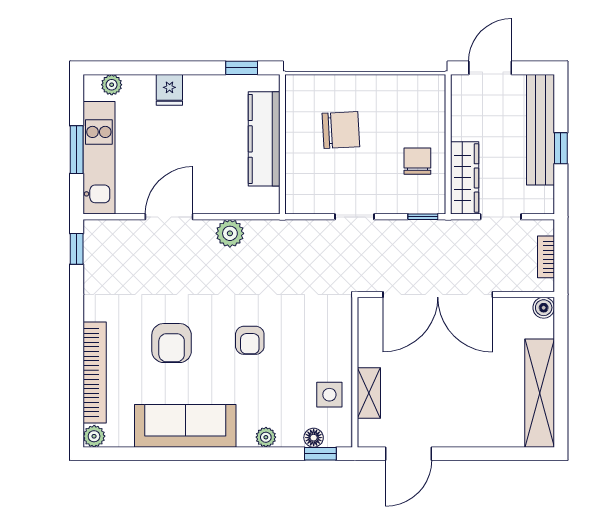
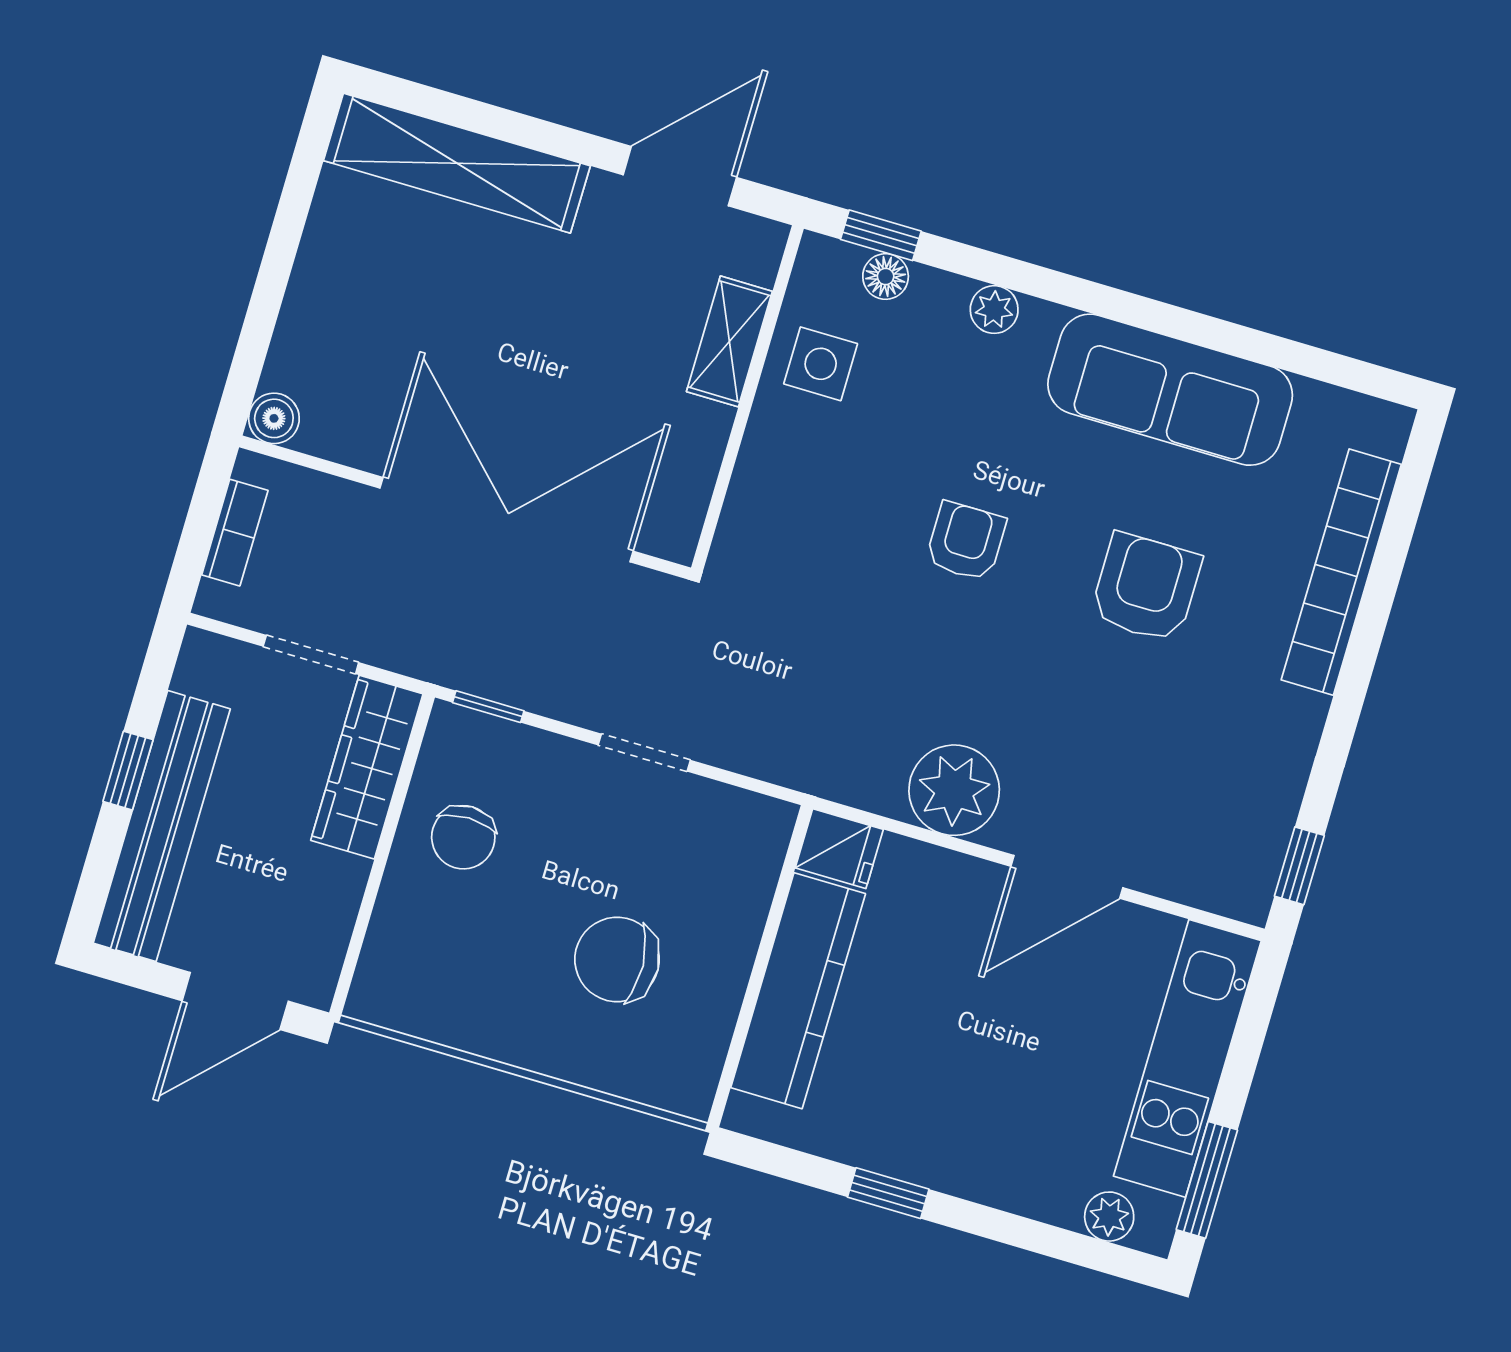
window: (242, 68) -> (888, 1193), moved
fridge: (169, 90) -> (839, 849), moved, turned 90
window: (77, 150) -> (1207, 1180), moved
plant: (230, 233) -> (954, 790), width x1.36, depth x1.36
shelving: (540, 393) -> (457, 163), moved, turned 90
plant: (94, 436) -> (1385, 427), removed

